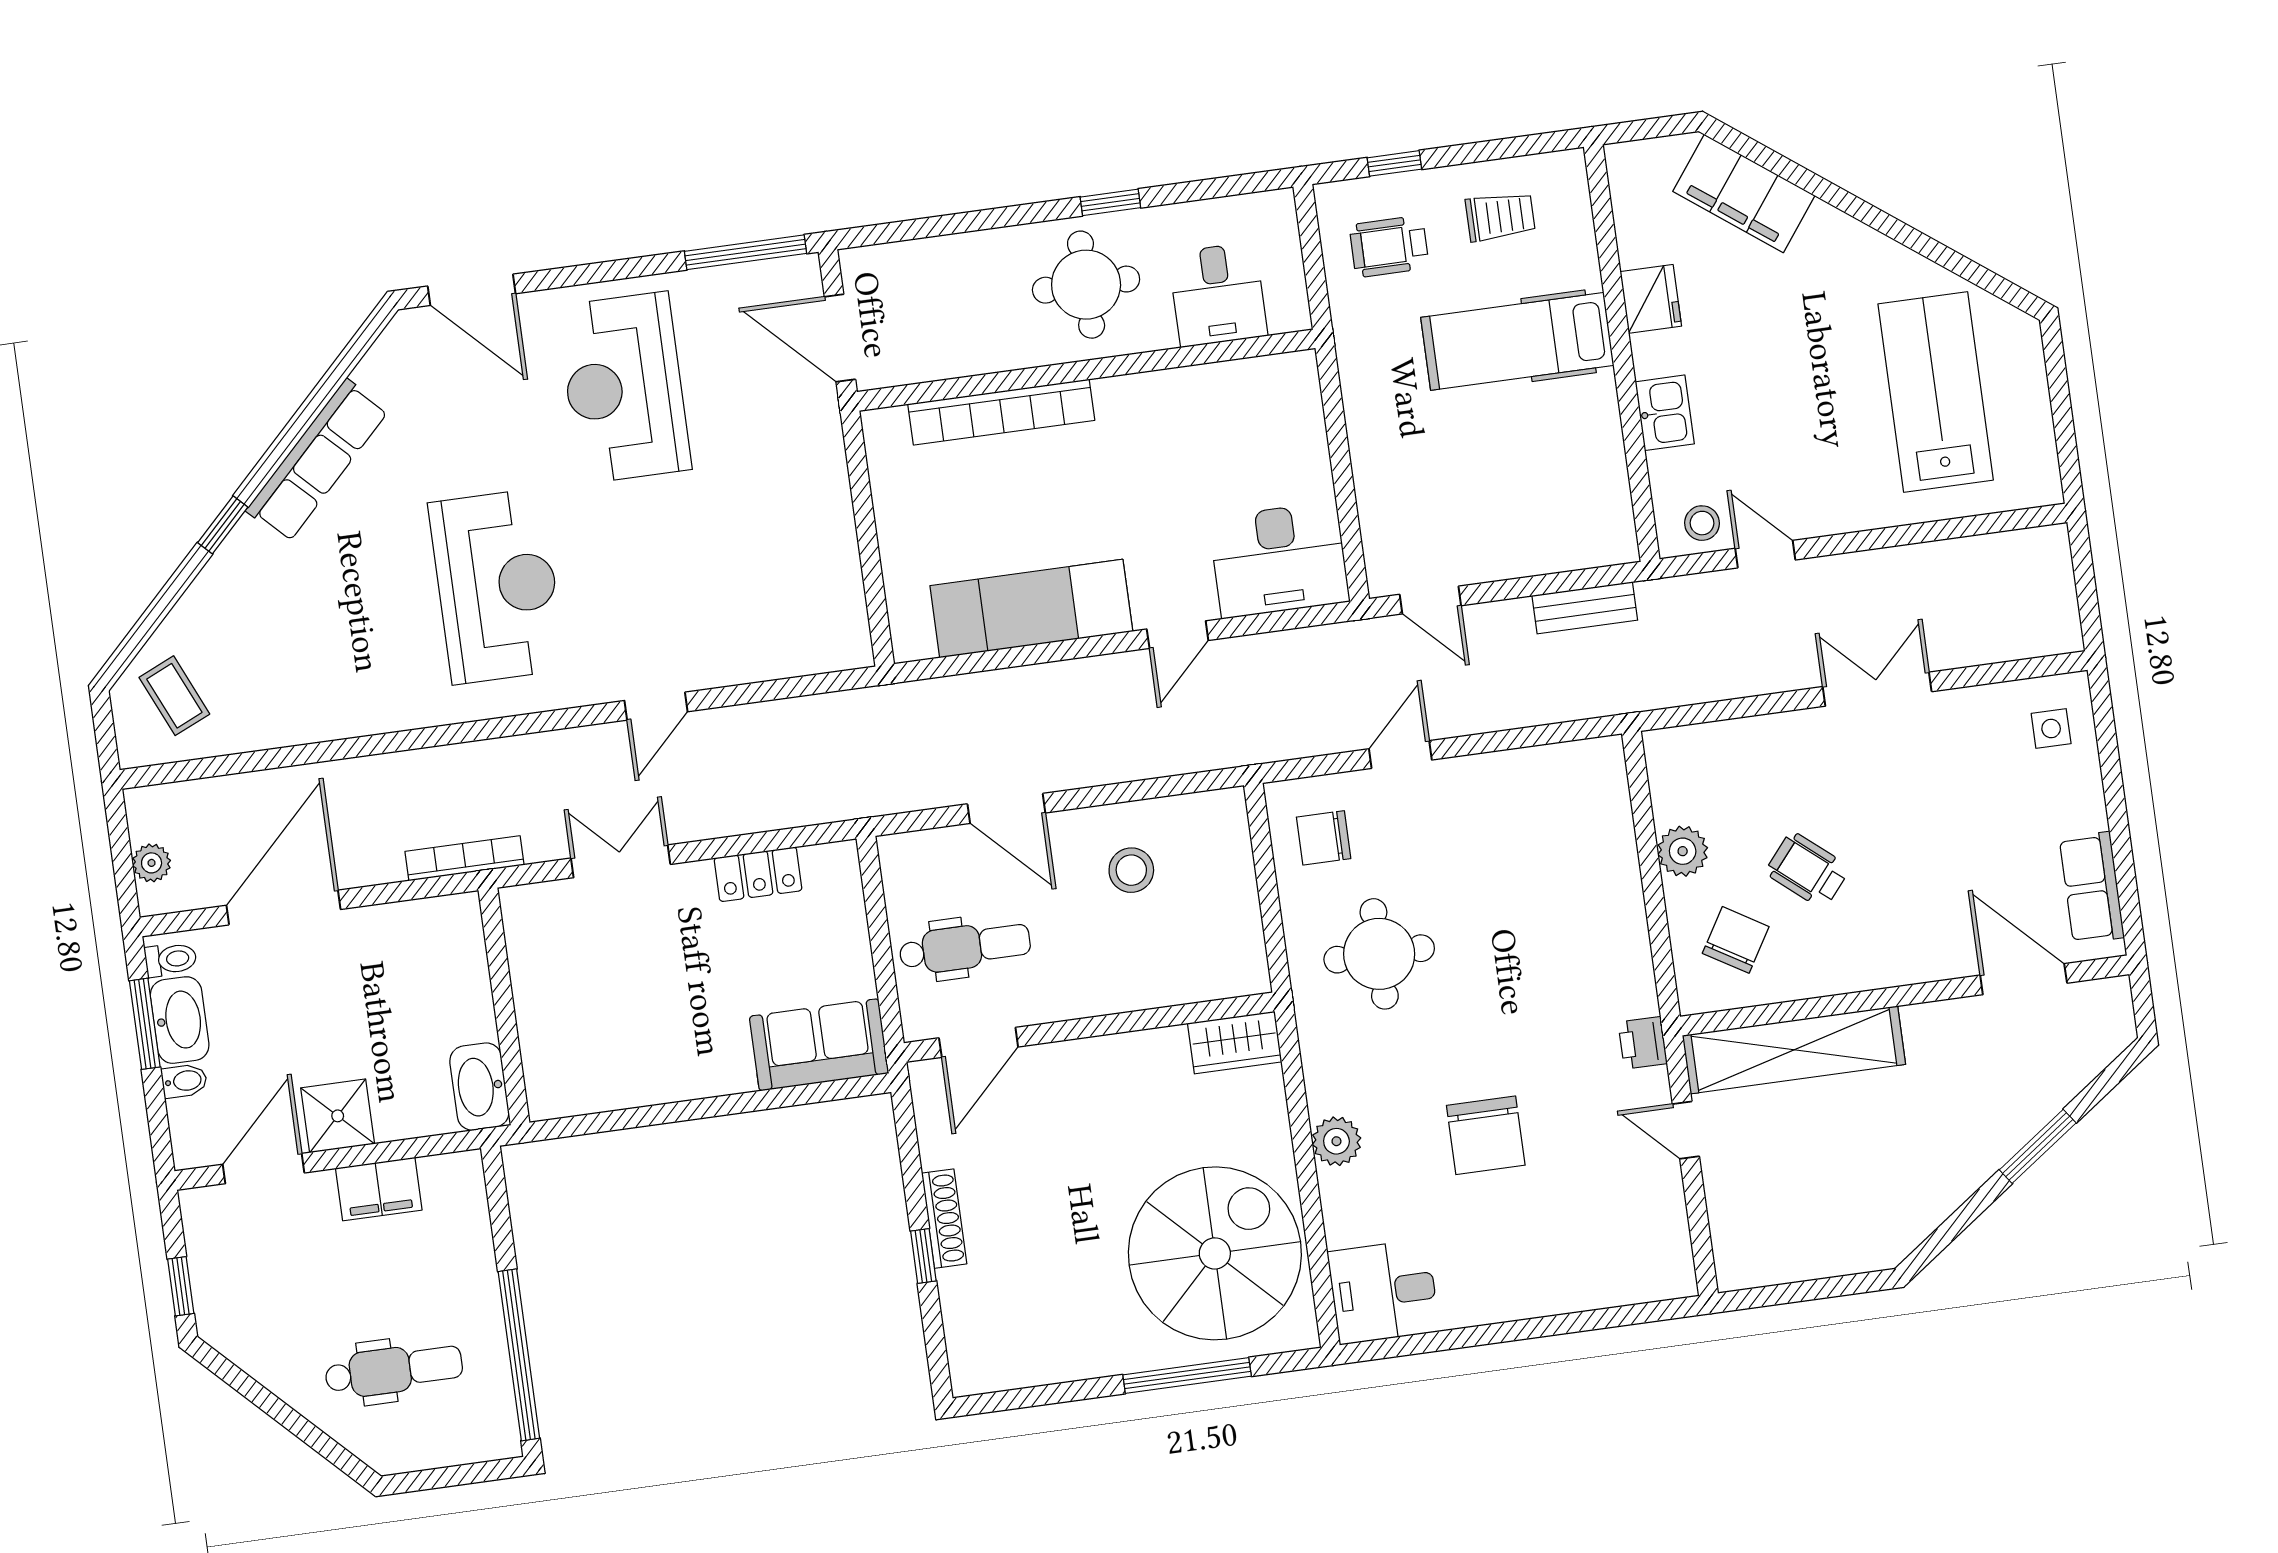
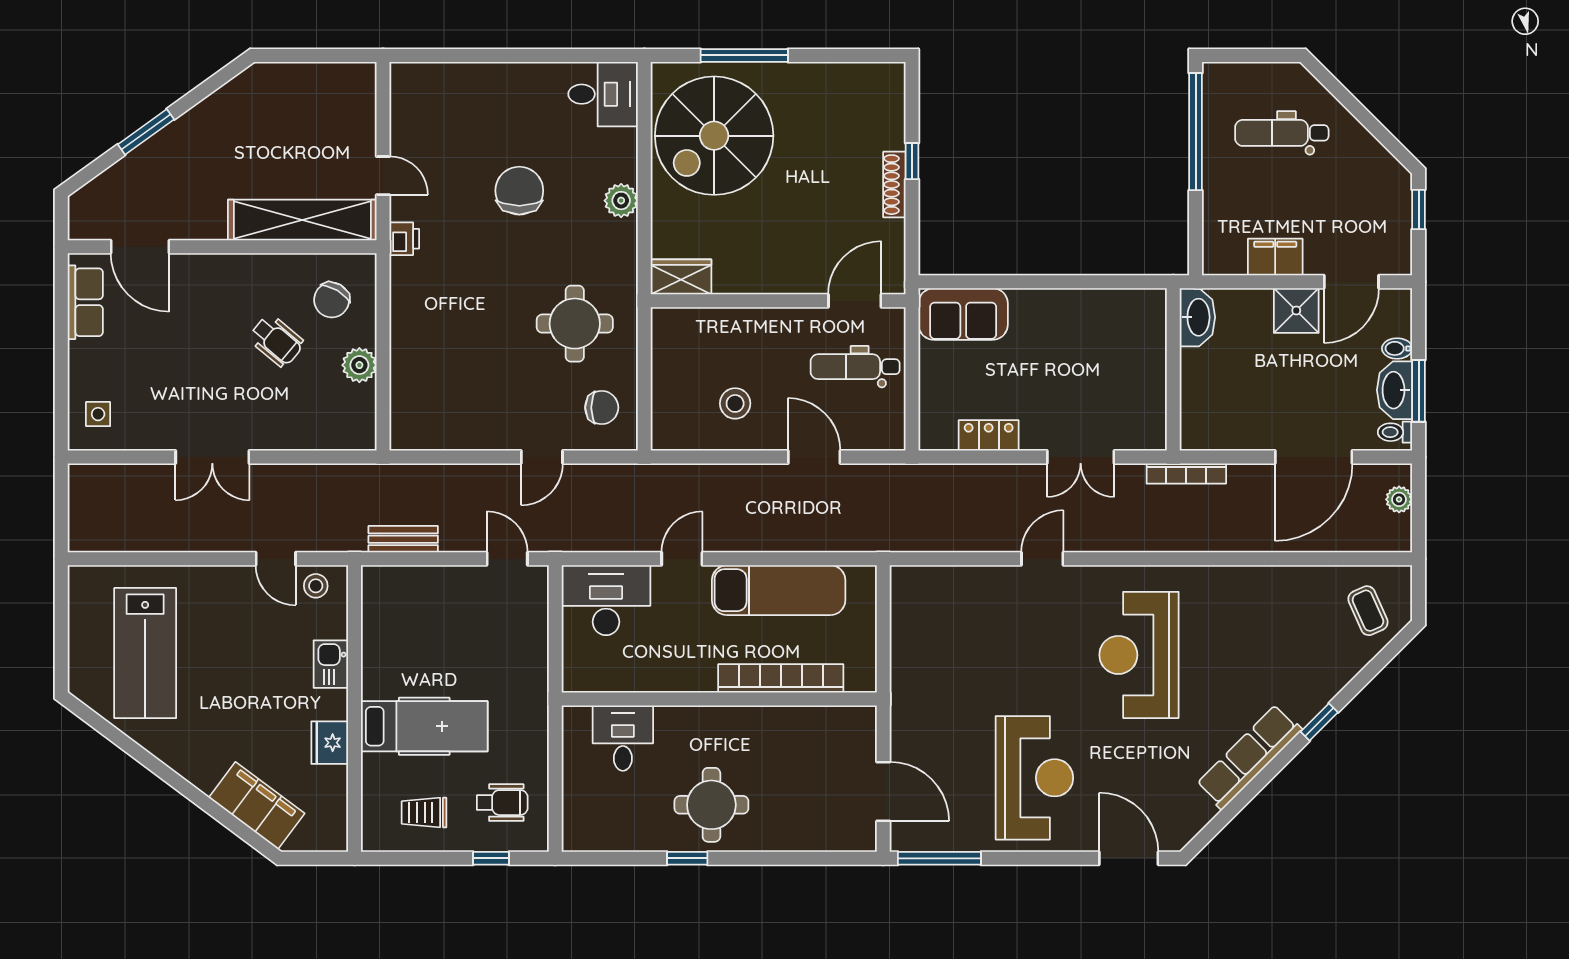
desk: (1218, 294) -> (623, 738), moved
wall: (1086, 370) -> (719, 699), moved
bookcase: (1001, 412) -> (781, 678), moved

